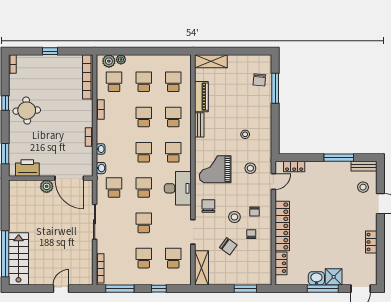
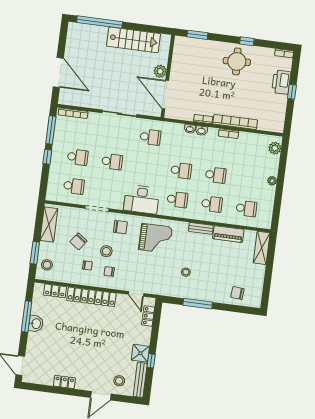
plant: (121, 60) -> (272, 181), moved
bookcase: (88, 77) -> (235, 122), moved
school desk: (114, 82) -> (254, 151), removed
school desk: (144, 82) -> (250, 180), removed
window: (275, 88) -> (198, 304), moved
window: (339, 158) -> (151, 361), width x0.46
bench: (364, 166) -> (140, 380), width x1.36
printer: (27, 168) -> (281, 82), moved, turned 180
washbasin: (101, 168) -> (201, 131), moved
stool: (250, 168) -> (47, 265), moved
grand piano: (215, 169) -> (155, 238), turned 90
door: (69, 178) -> (165, 95), hinge flipped
school desk: (144, 188) -> (147, 166), removed
stairs: (19, 259) -> (133, 40), moved
shelving: (201, 268) -> (49, 224), moved, turned 90
shower: (334, 277) -> (140, 353), moved
door: (61, 289) -> (58, 72), width x1.87
window: (159, 289) -> (47, 157), moved
window: (323, 289) -> (27, 316), moved

